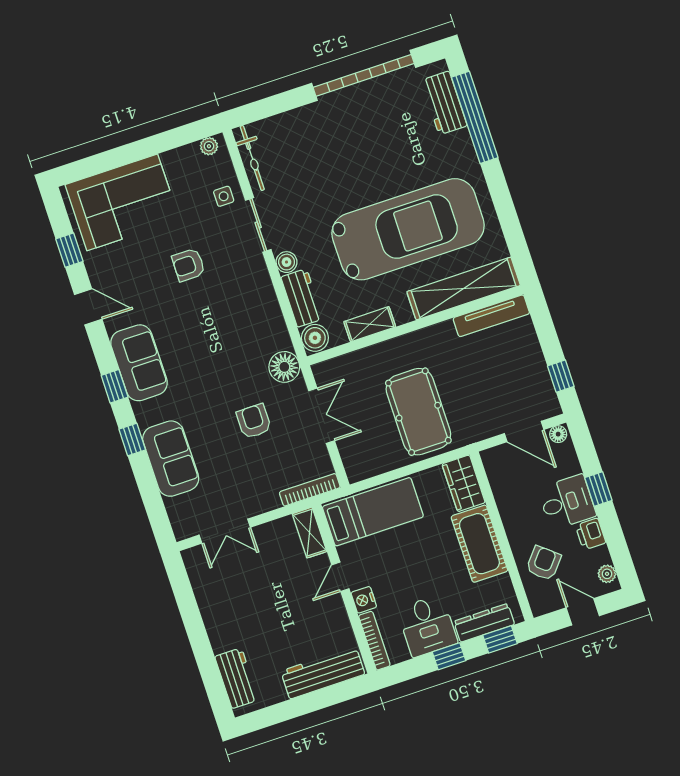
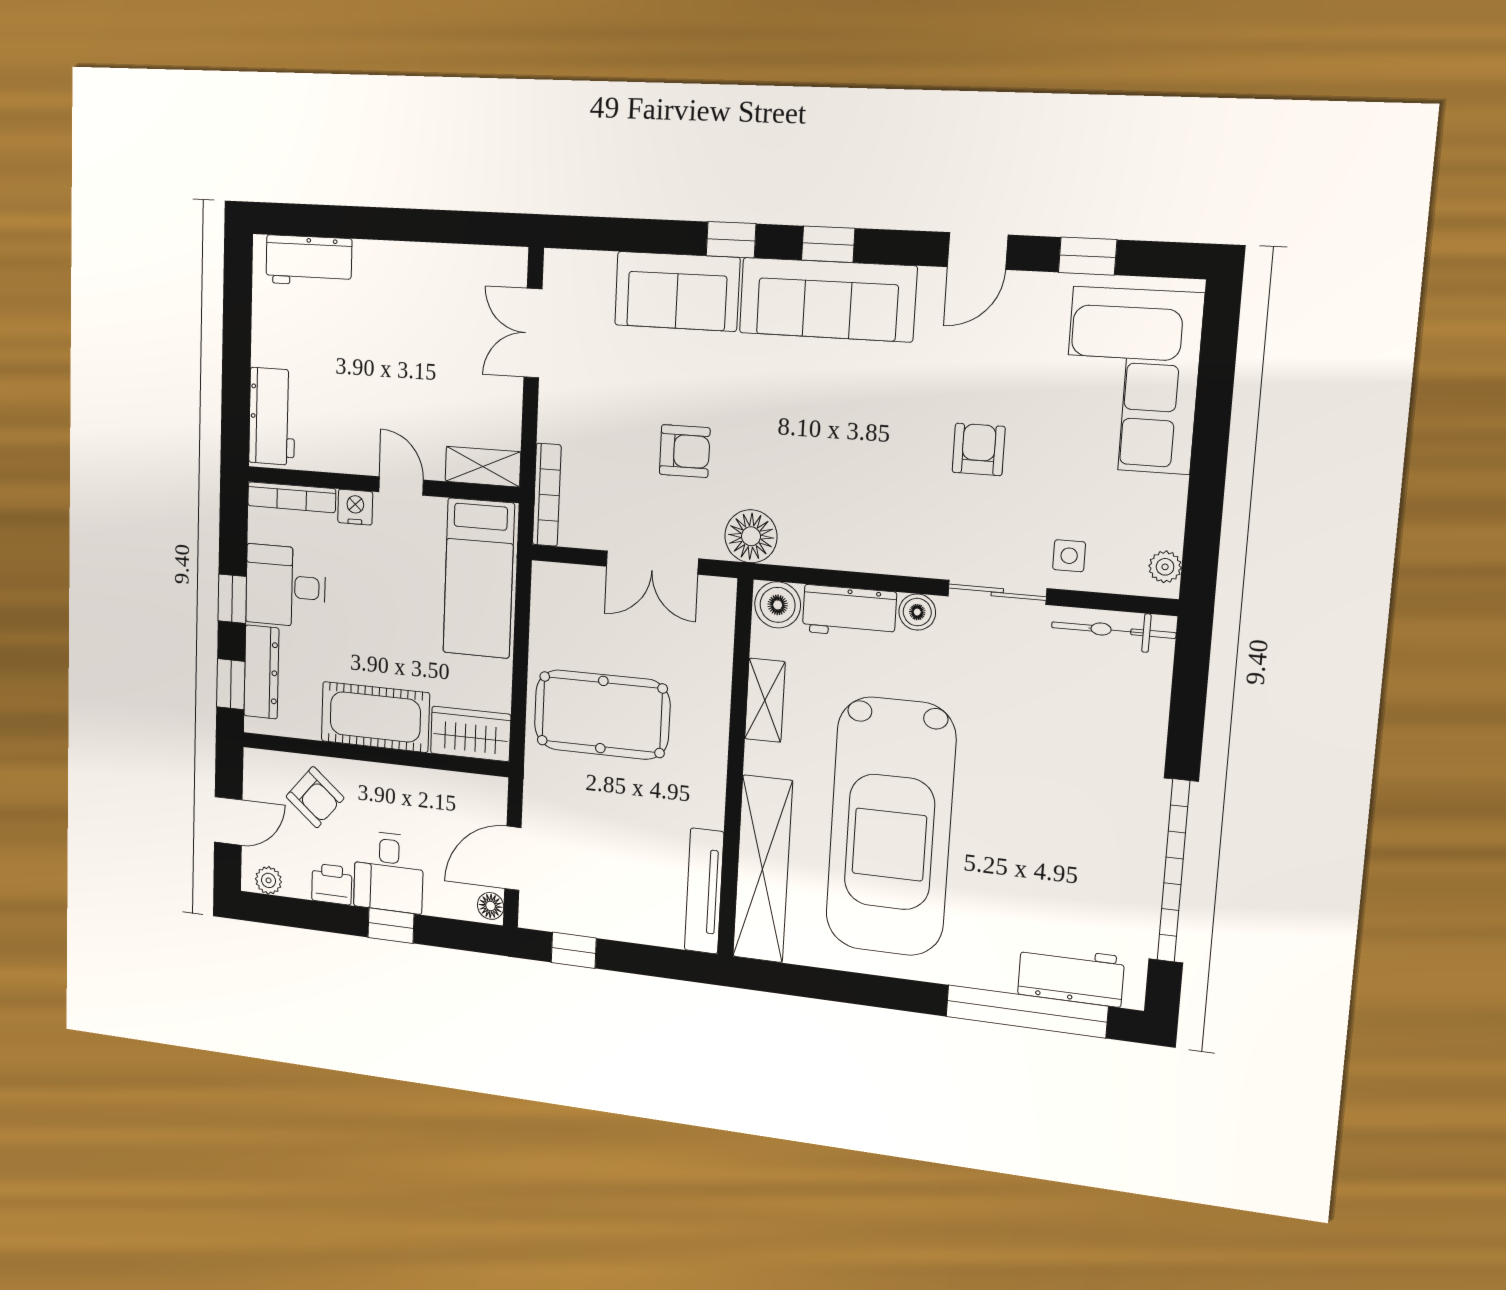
sofa: (139, 363) -> (827, 300), width x1.36
workbench: (323, 673) -> (272, 416), width x0.73

